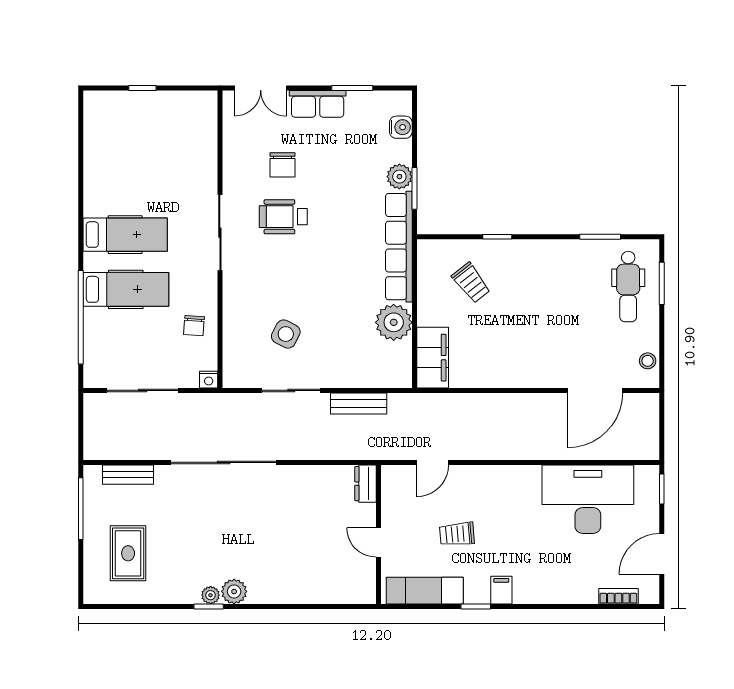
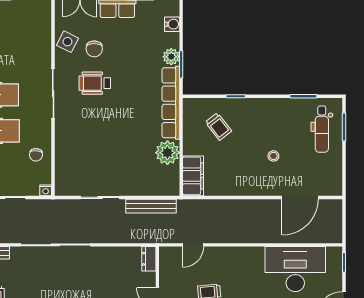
side table: (286, 334) -> (67, 42), moved
stool: (648, 361) -> (273, 156), moved
bench: (359, 404) -> (151, 206), width x1.36

